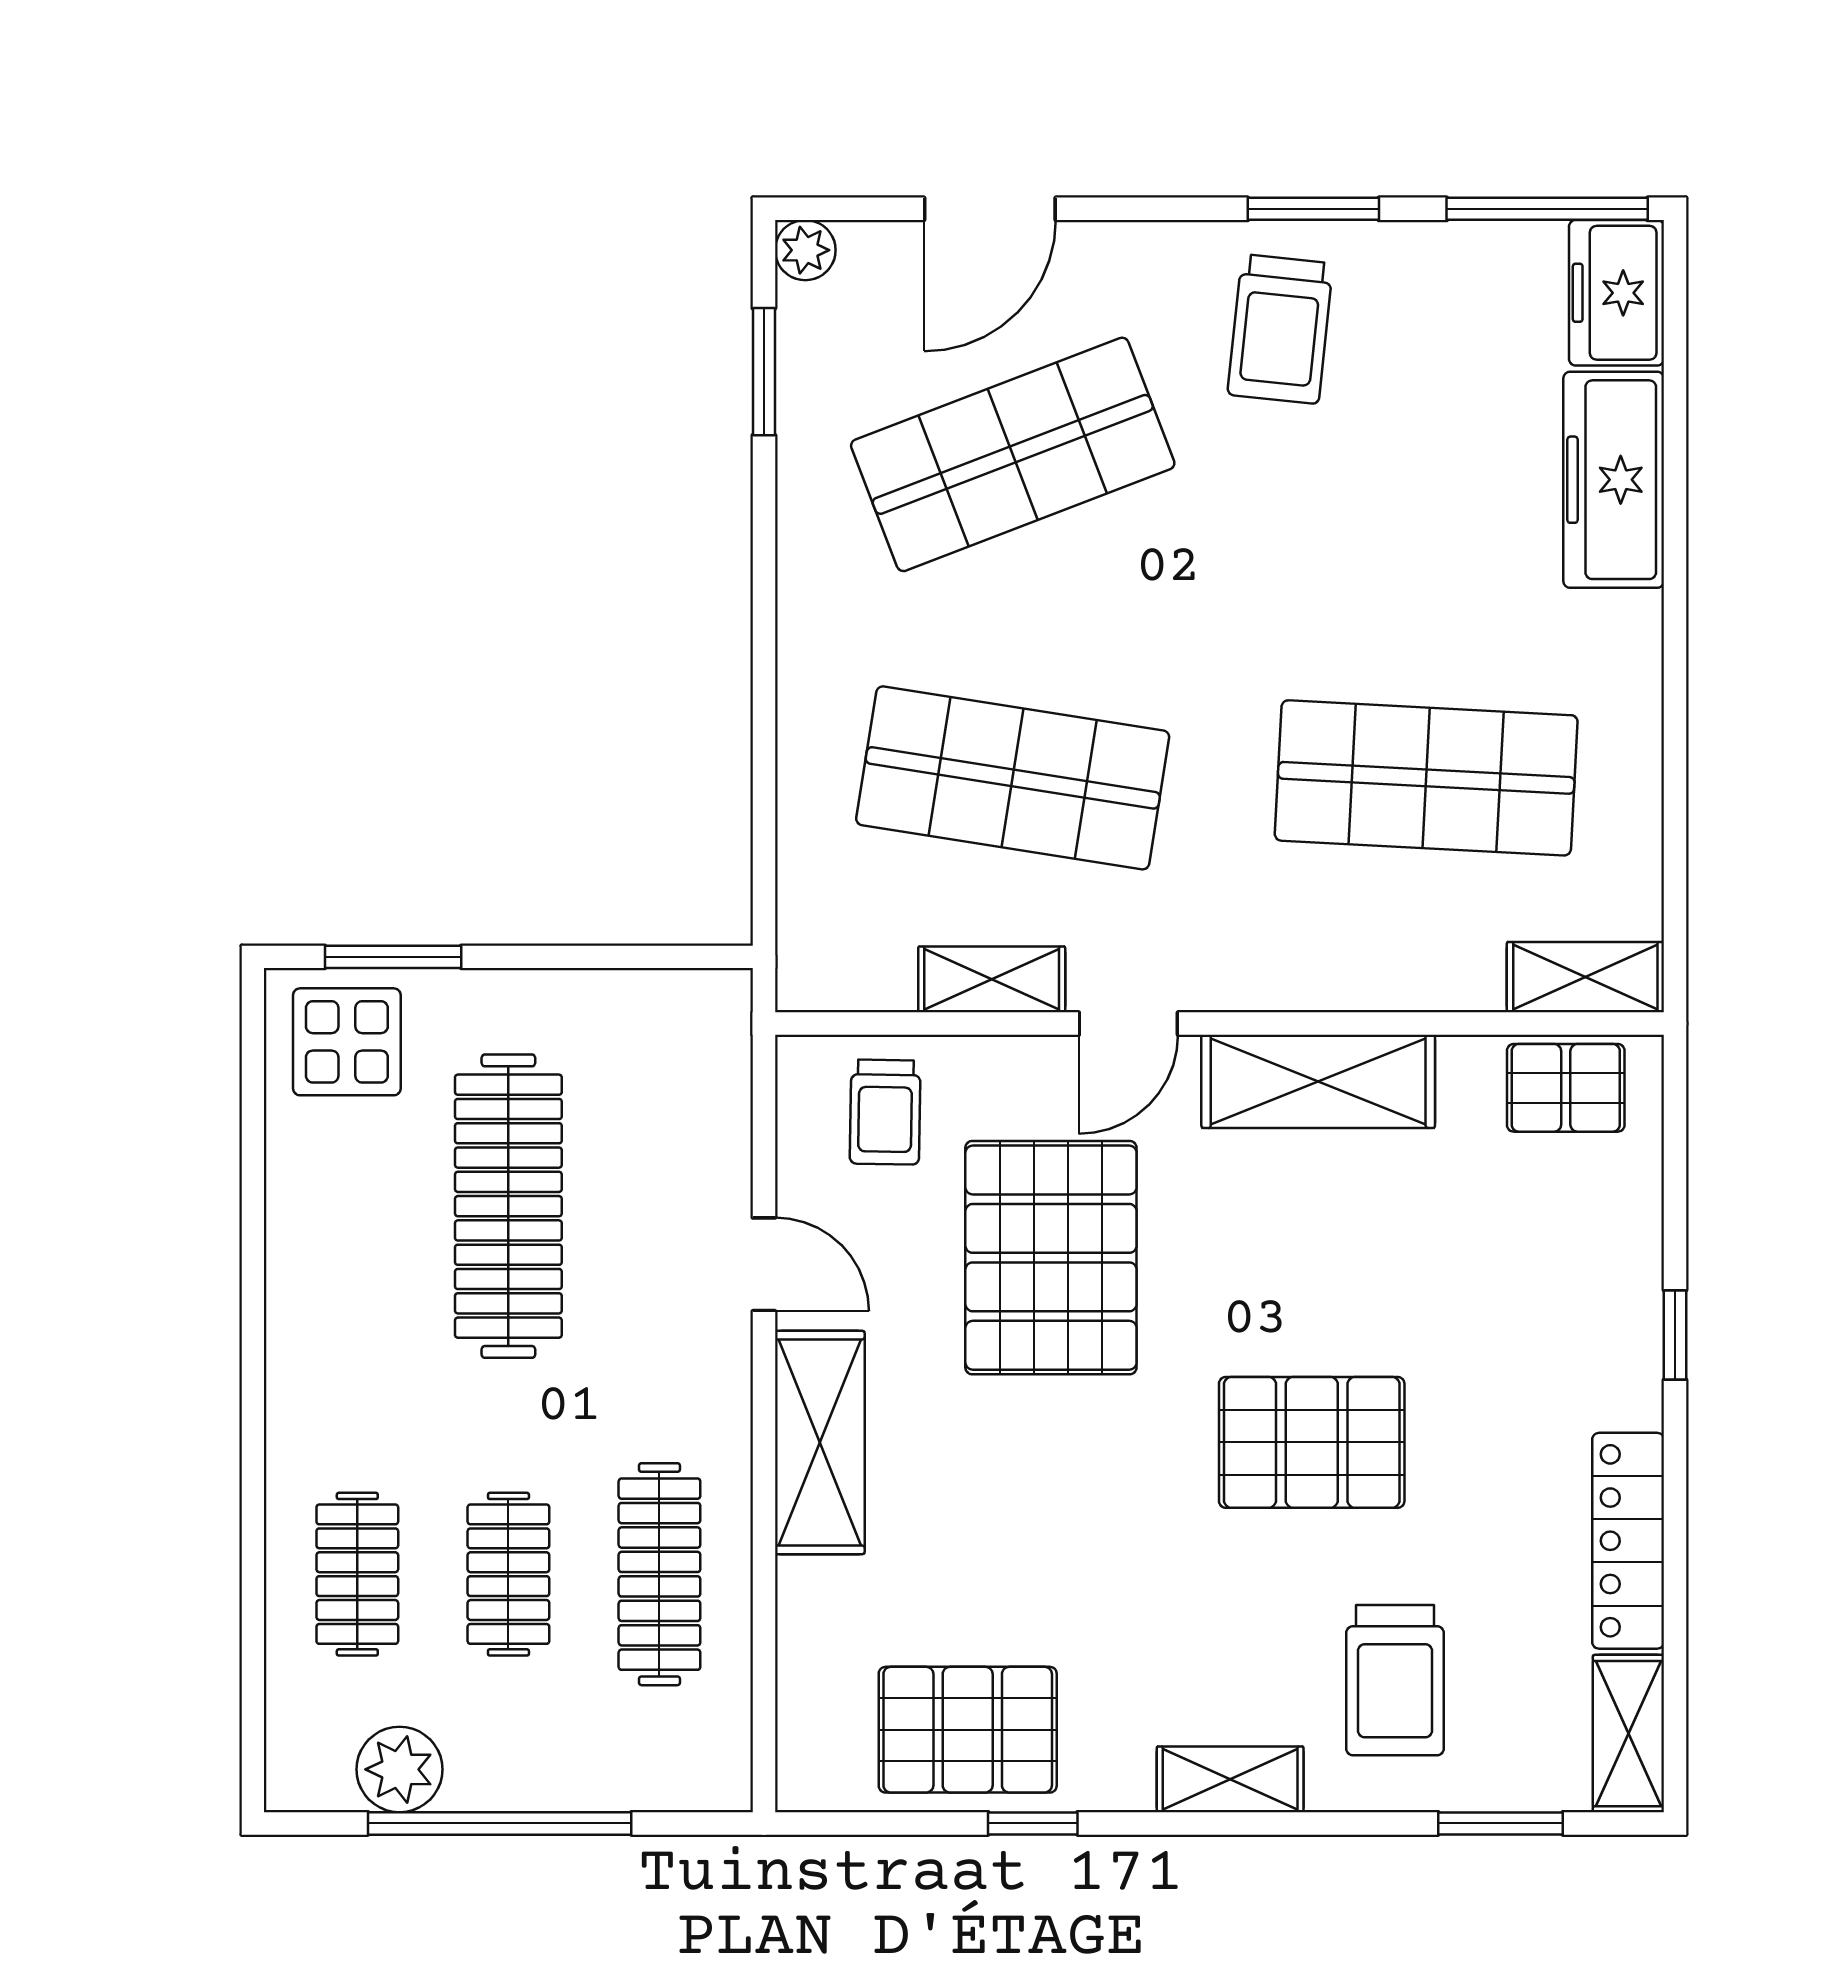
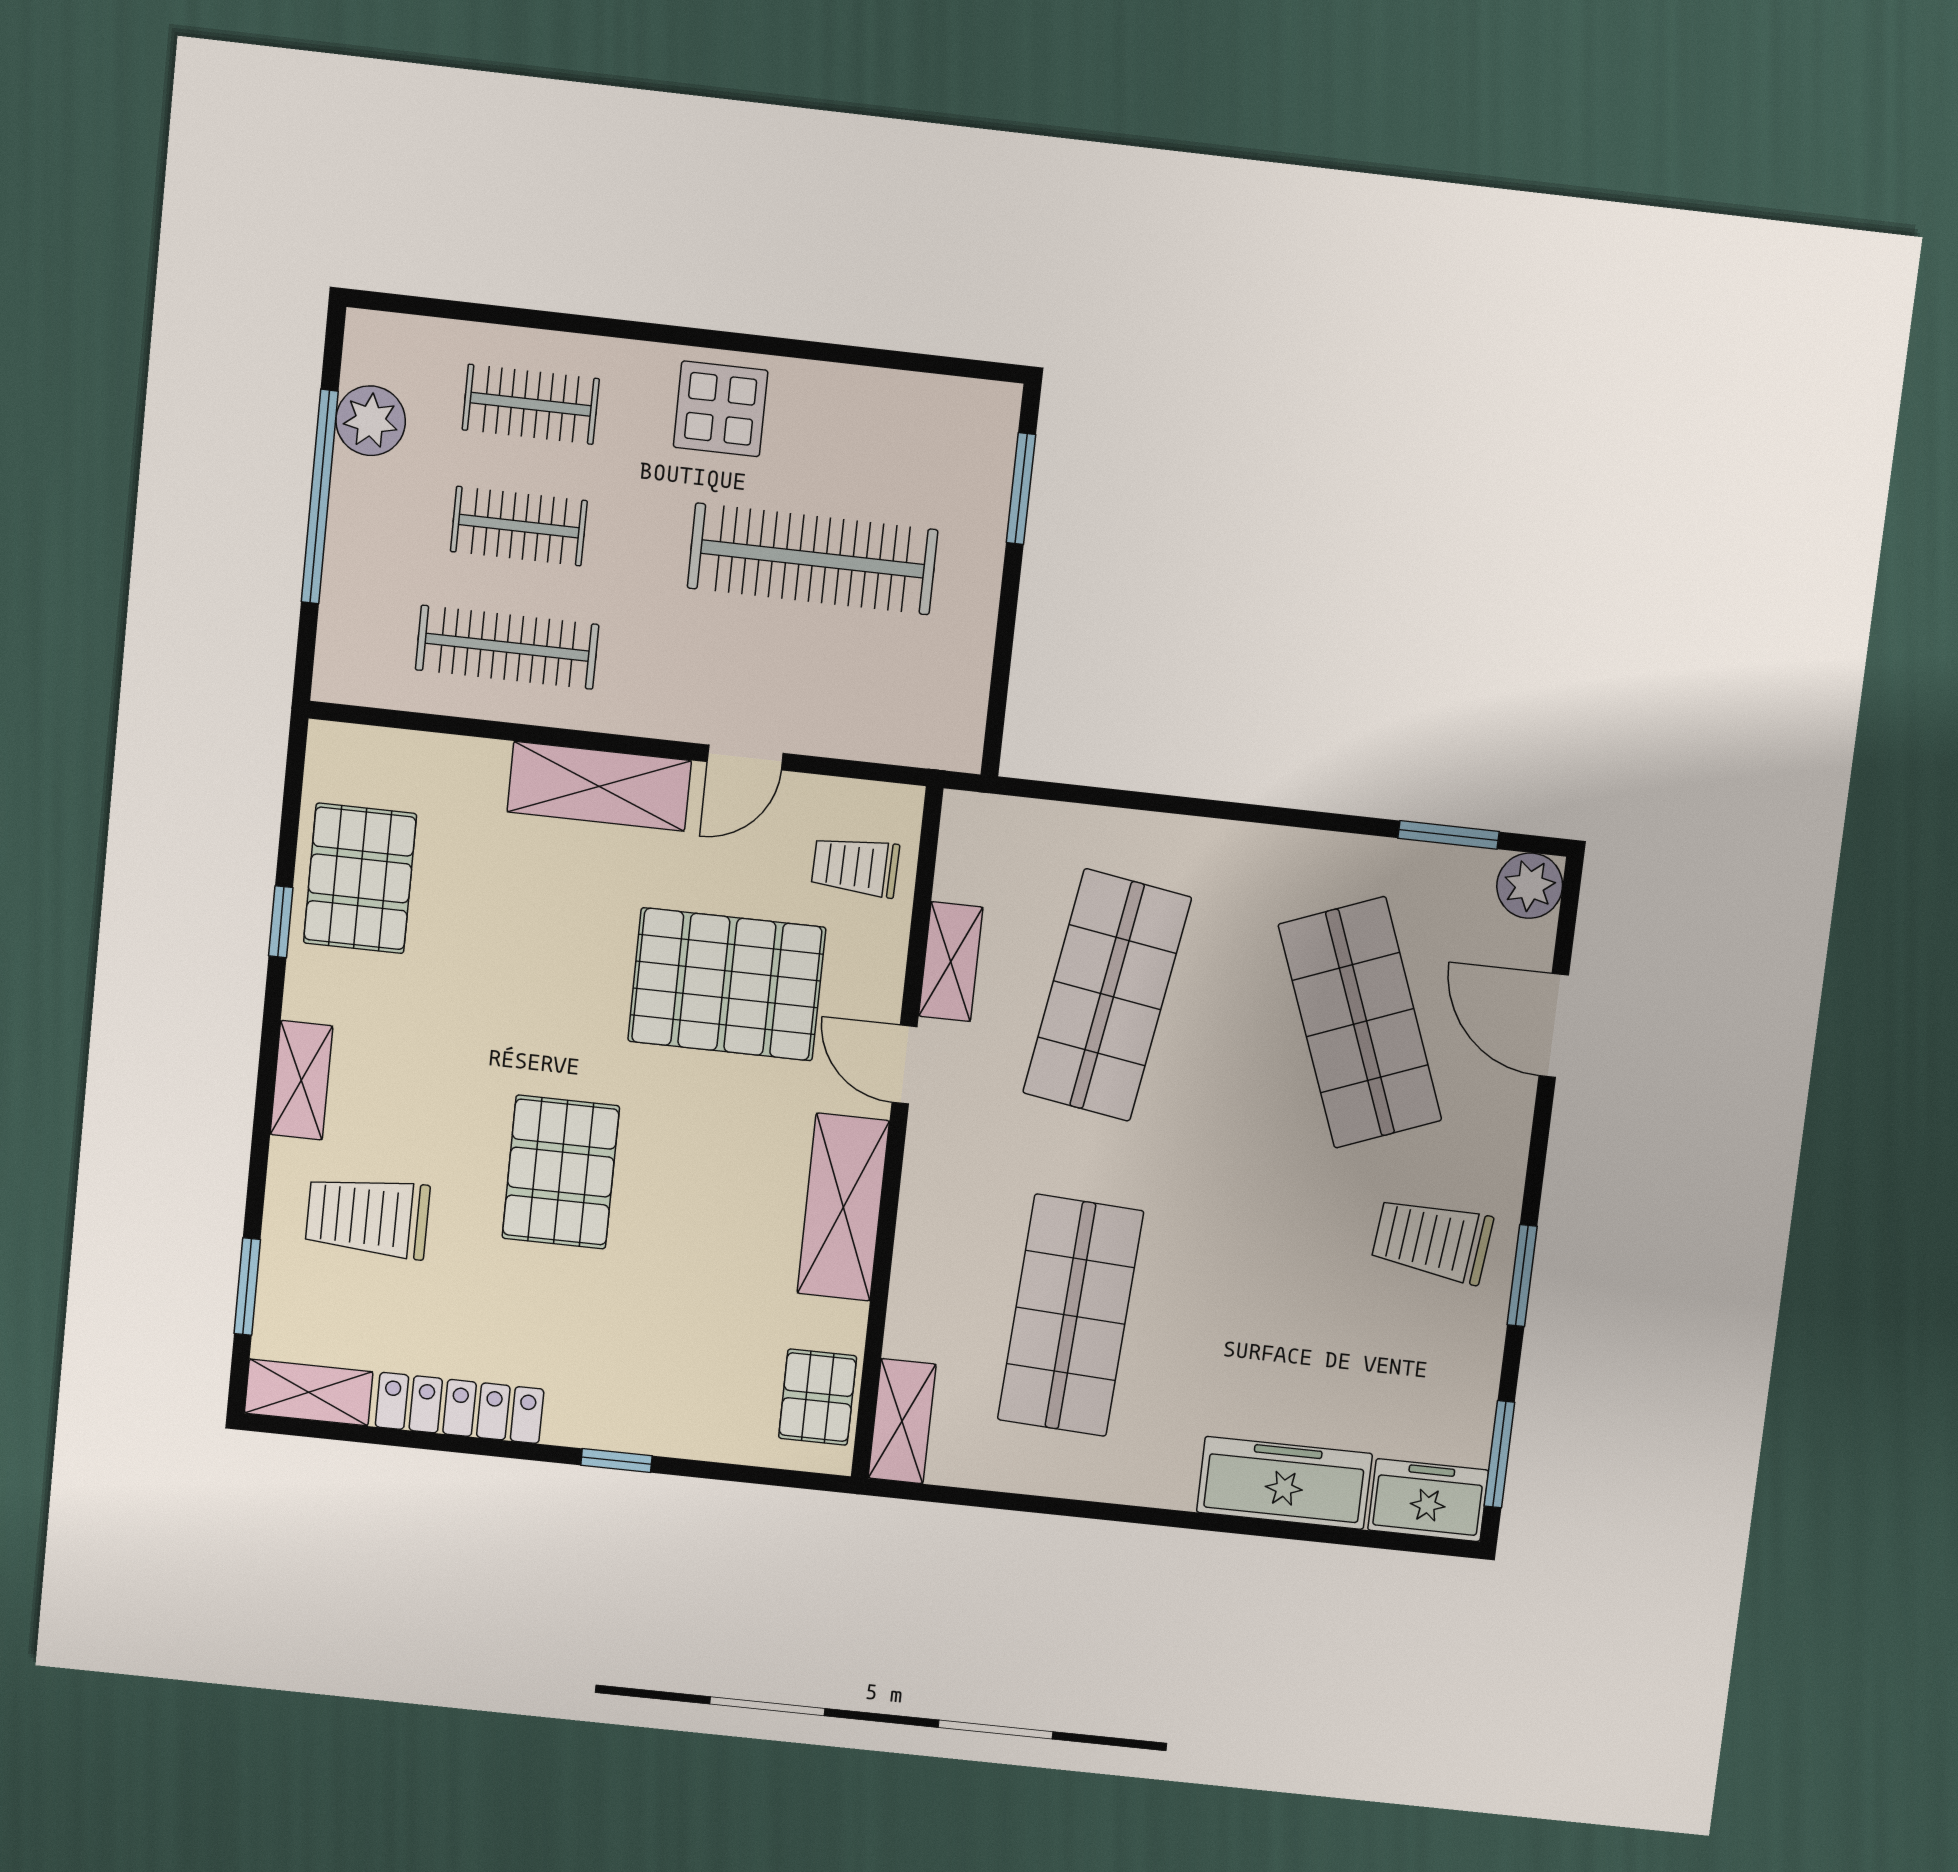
window: (1547, 209) -> (1499, 1454), width x0.69
plant: (805, 250) -> (1530, 886), width x1.38, depth x1.38
display table: (347, 1042) -> (721, 409), moved

